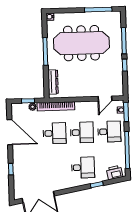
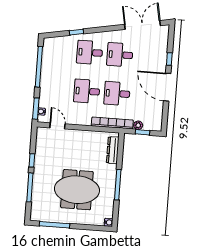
meeting table: (81, 43) -> (77, 190), width x0.73
door: (105, 99) -> (57, 126), hinge flipped
door: (10, 132) -> (167, 87), moved
desk: (109, 132) -> (120, 55), moved
printer: (114, 173) -> (56, 43), removed

